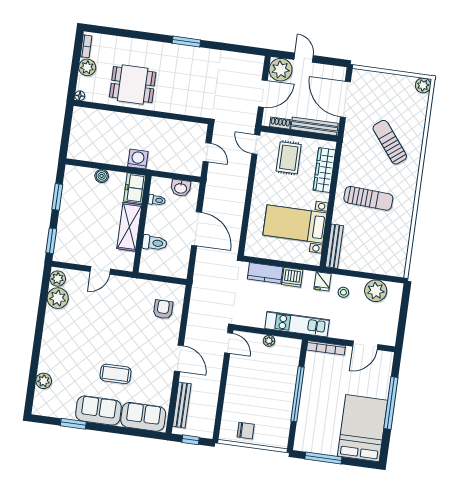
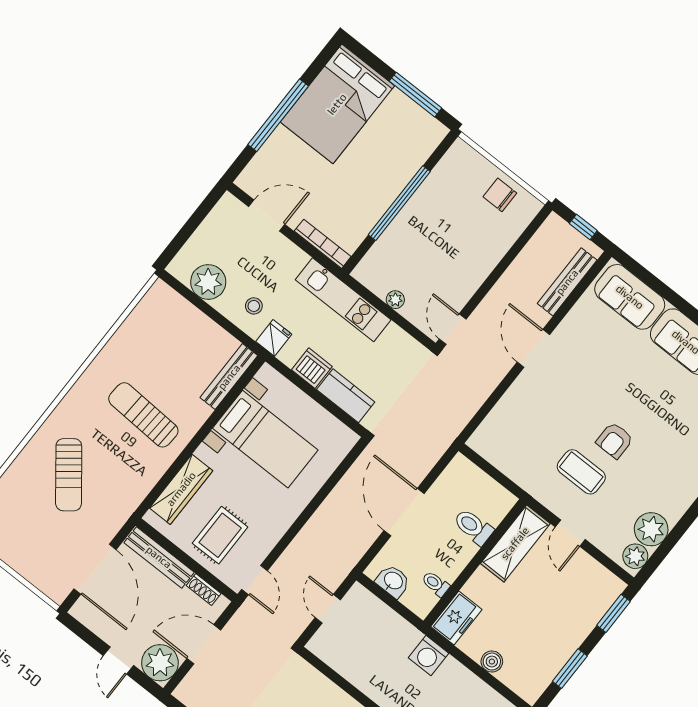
shelving: (129, 227) -> (515, 543), moved
door: (100, 270) -> (570, 533), swing flipped
armchair: (163, 309) -> (615, 440), moved
coffee table: (116, 374) -> (581, 472), moved

